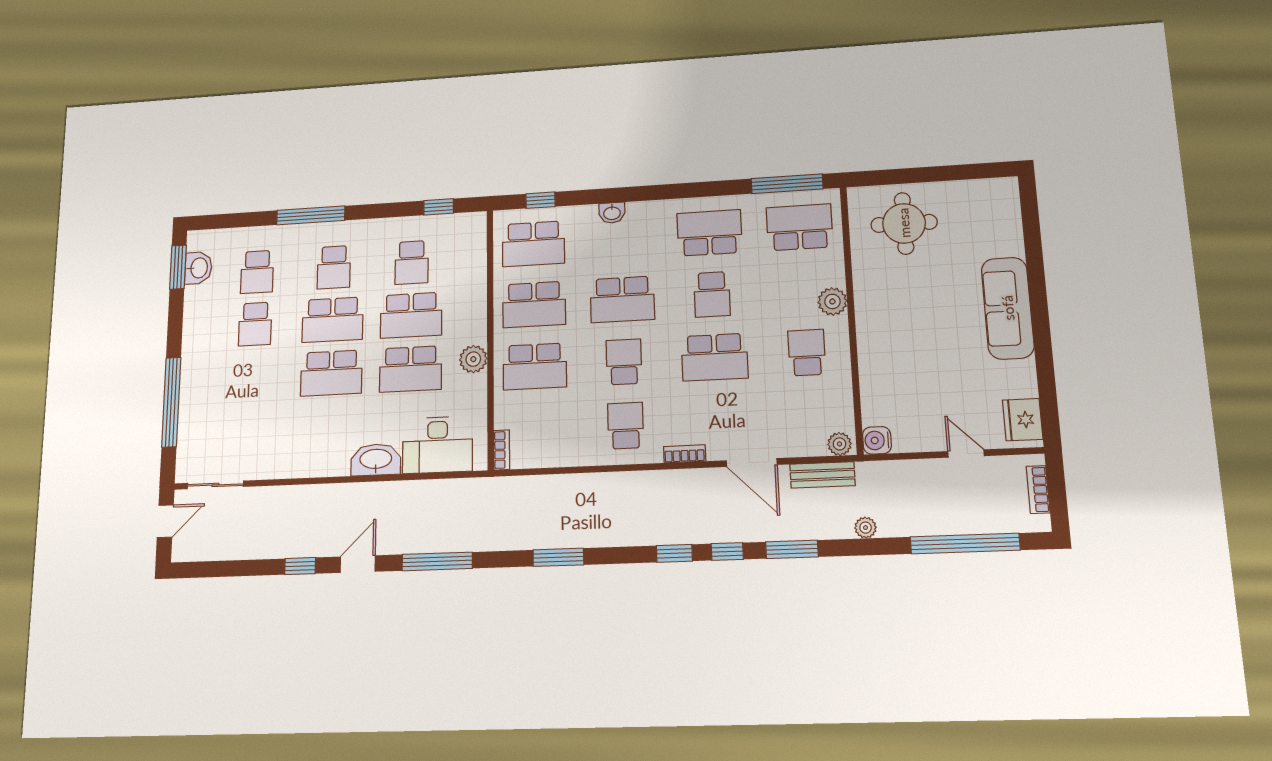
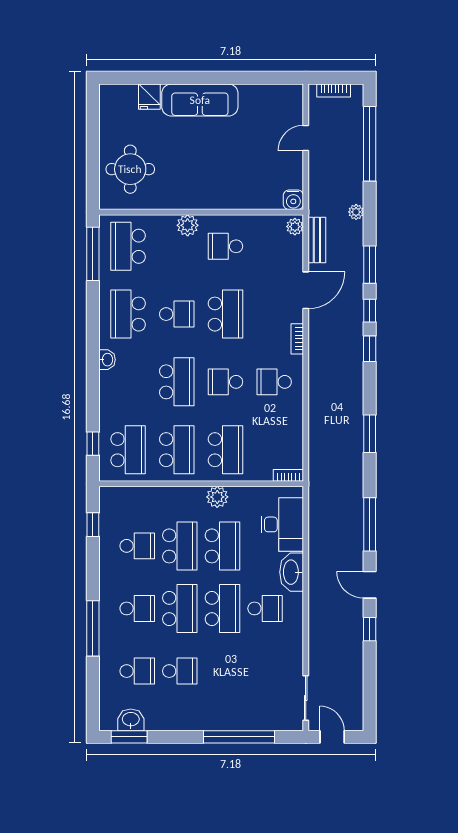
washbasin: (612, 213) -> (107, 360), moved
fridge: (1023, 420) -> (149, 97), moved, width x0.72
school desk: (330, 427) -> (265, 608), added

